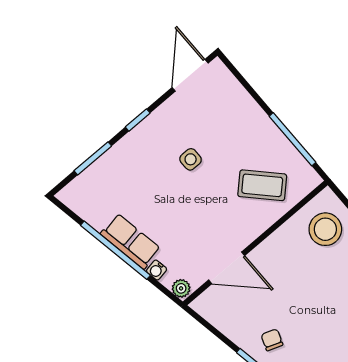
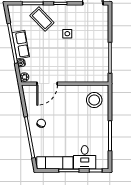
coffee table: (262, 185) -> (42, 19), moved
door: (227, 268) -> (47, 84), hinge flipped

